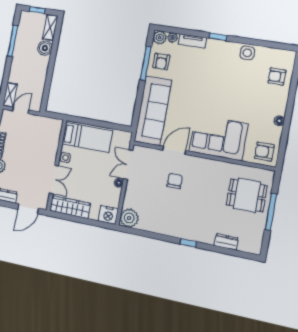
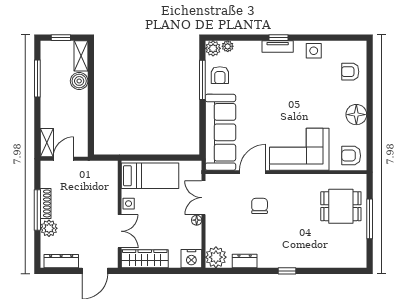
tv unit: (192, 41) -> (278, 47), moved
floor lamp: (279, 121) -> (356, 115), width x1.89, depth x1.89
dresser: (226, 242) -> (245, 261), moved

